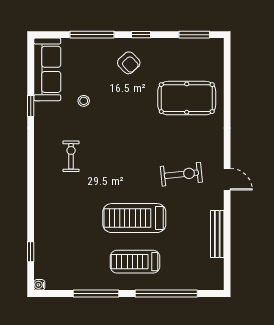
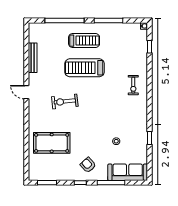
sofa: (47, 69) -> (128, 172), moved, turned 90
exercise bike: (71, 156) -> (133, 85), moved
exercise bike: (181, 174) -> (65, 101), moved
treadmill: (134, 218) -> (85, 68), turned 180

